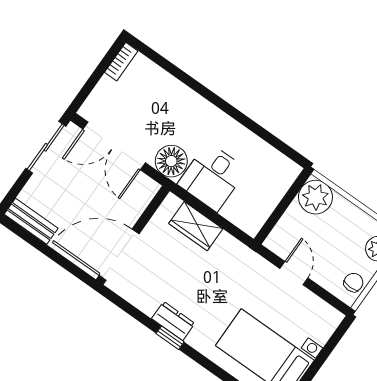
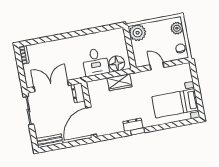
double door: (114, 146) -> (51, 86), swing flipped
floor lamp: (171, 161) -> (117, 63), moved
dresser: (142, 195) -> (78, 93), added
wardrobe: (196, 226) -> (120, 82), moved

